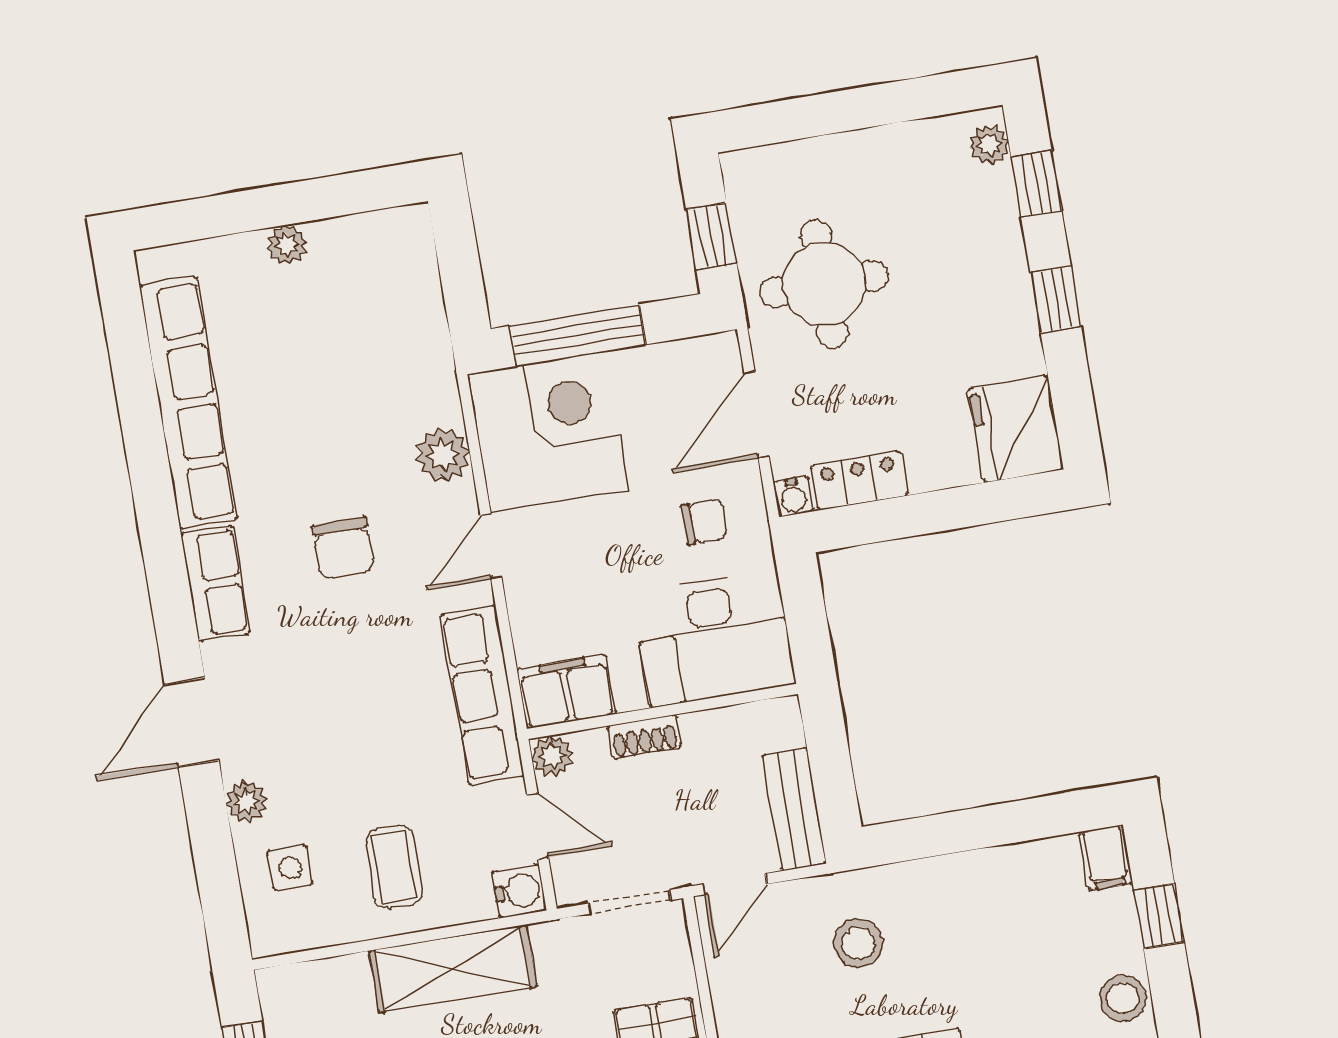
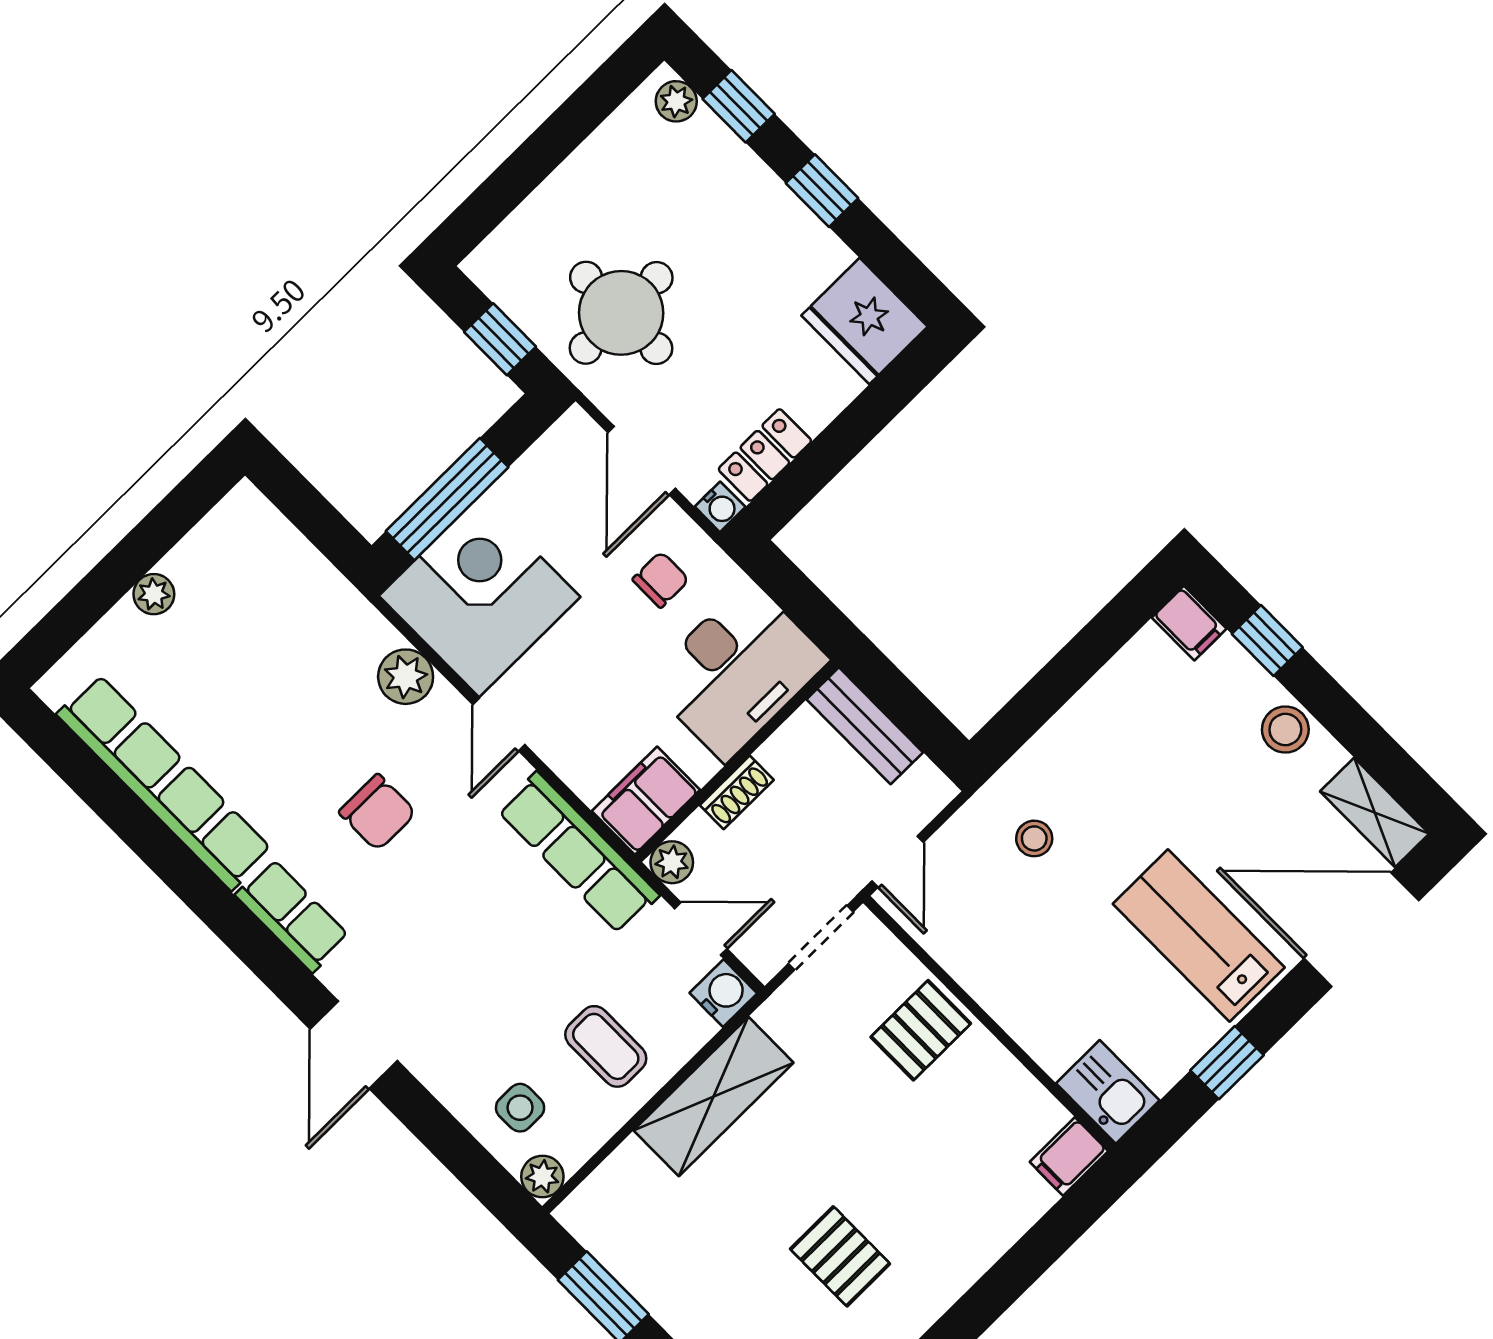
plant: (246, 802) -> (542, 1177), moved
bench: (795, 809) -> (865, 726), moved
stool: (858, 943) -> (1034, 838), width x0.73, depth x0.73

